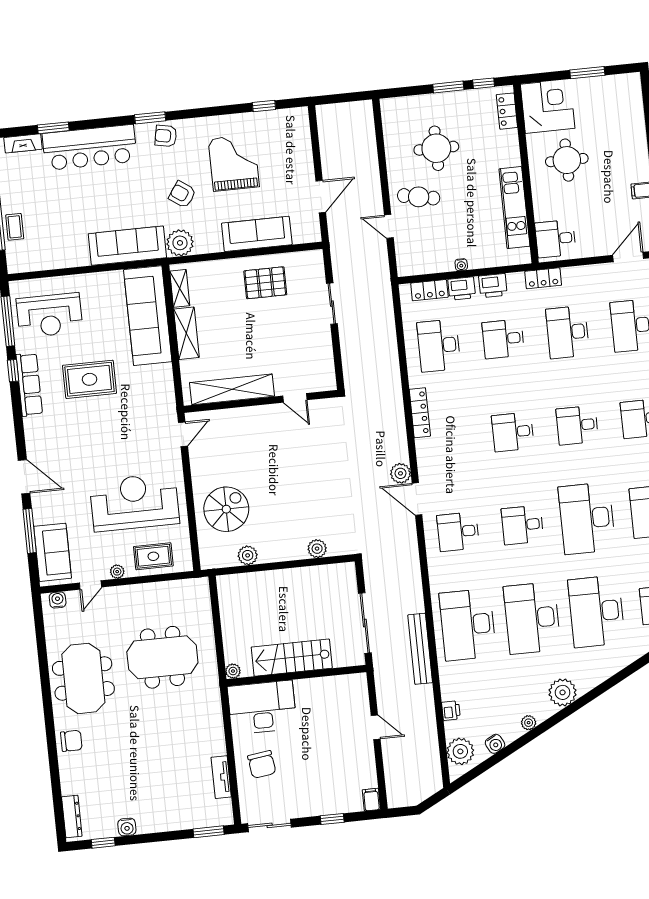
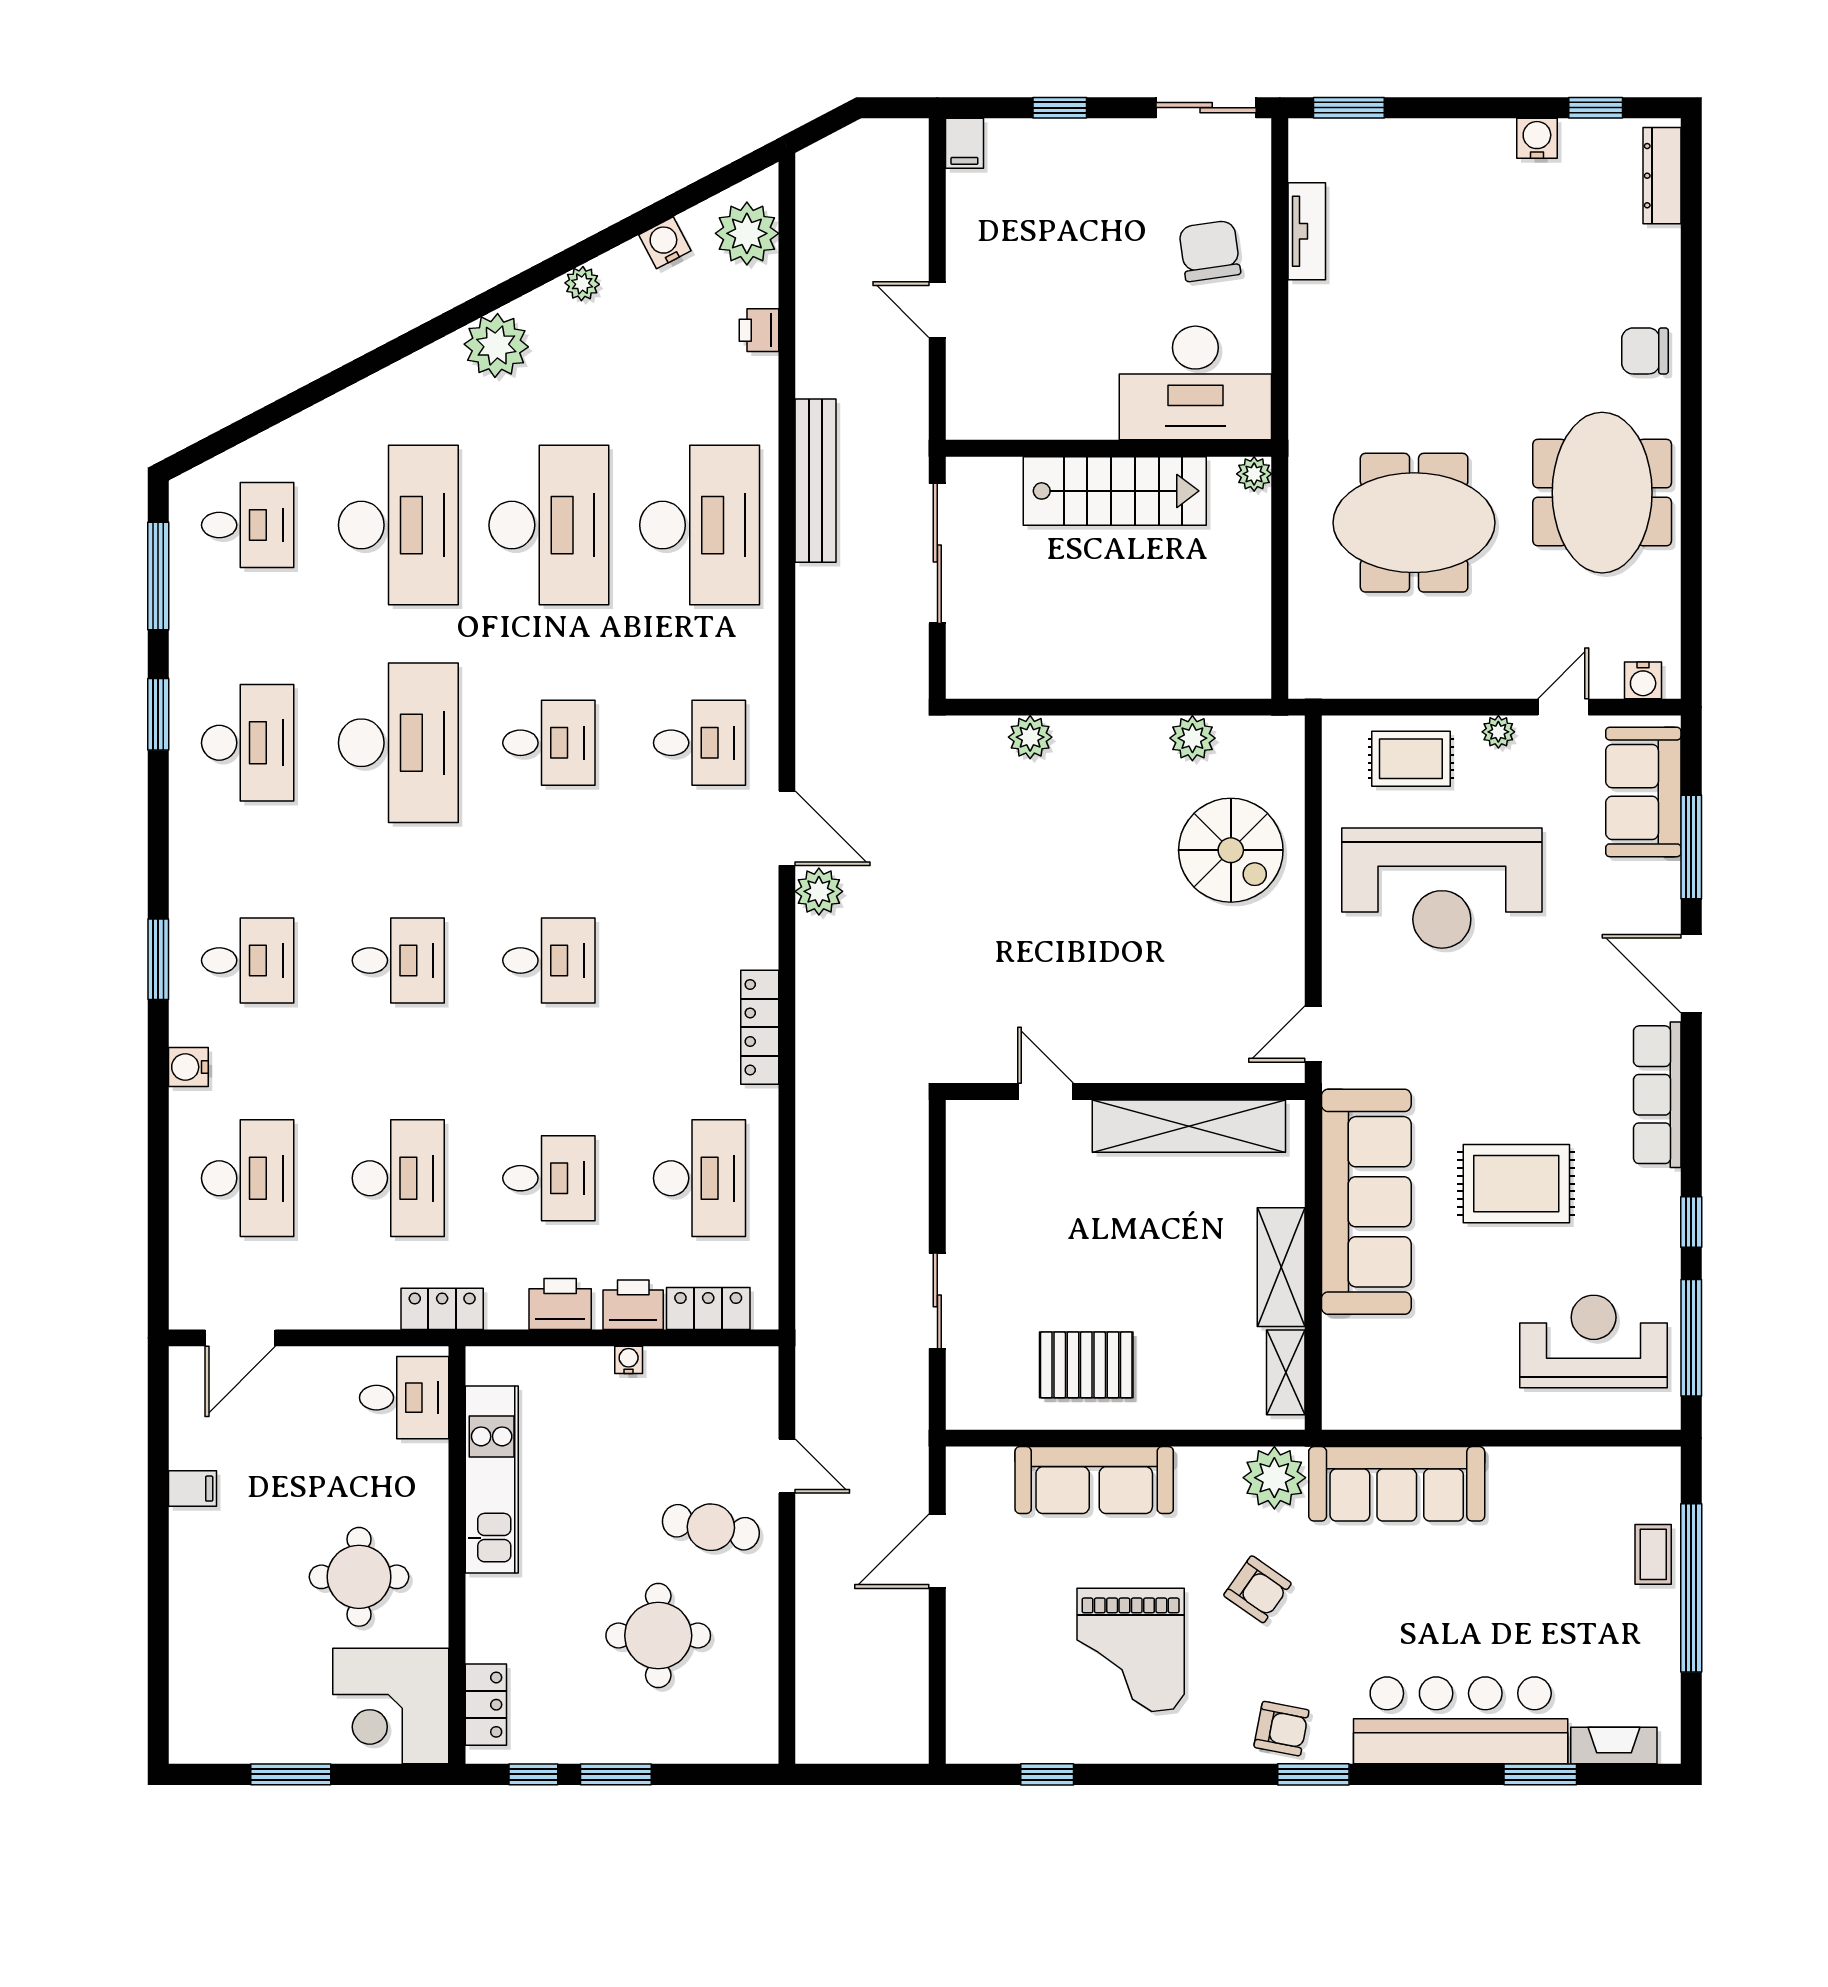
sofa: (148, 316) -> (1366, 1202), moved
row of seats: (29, 385) -> (1657, 1095), moved
spiral stairs: (226, 509) -> (1231, 850), turned -90

